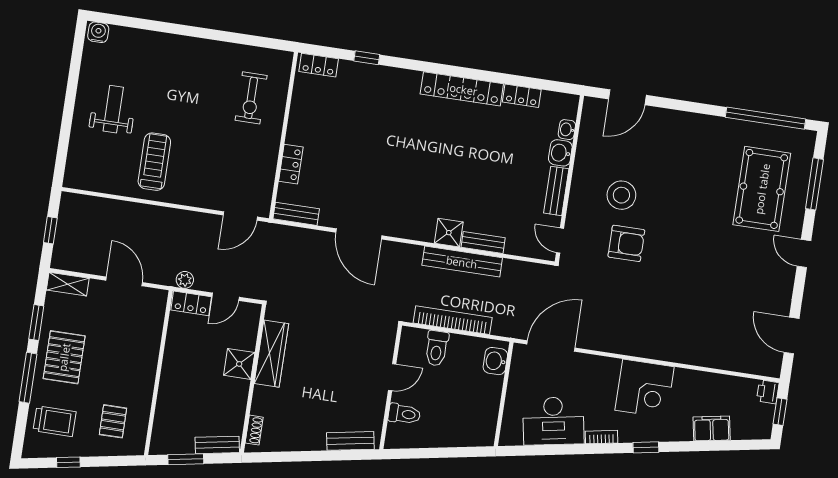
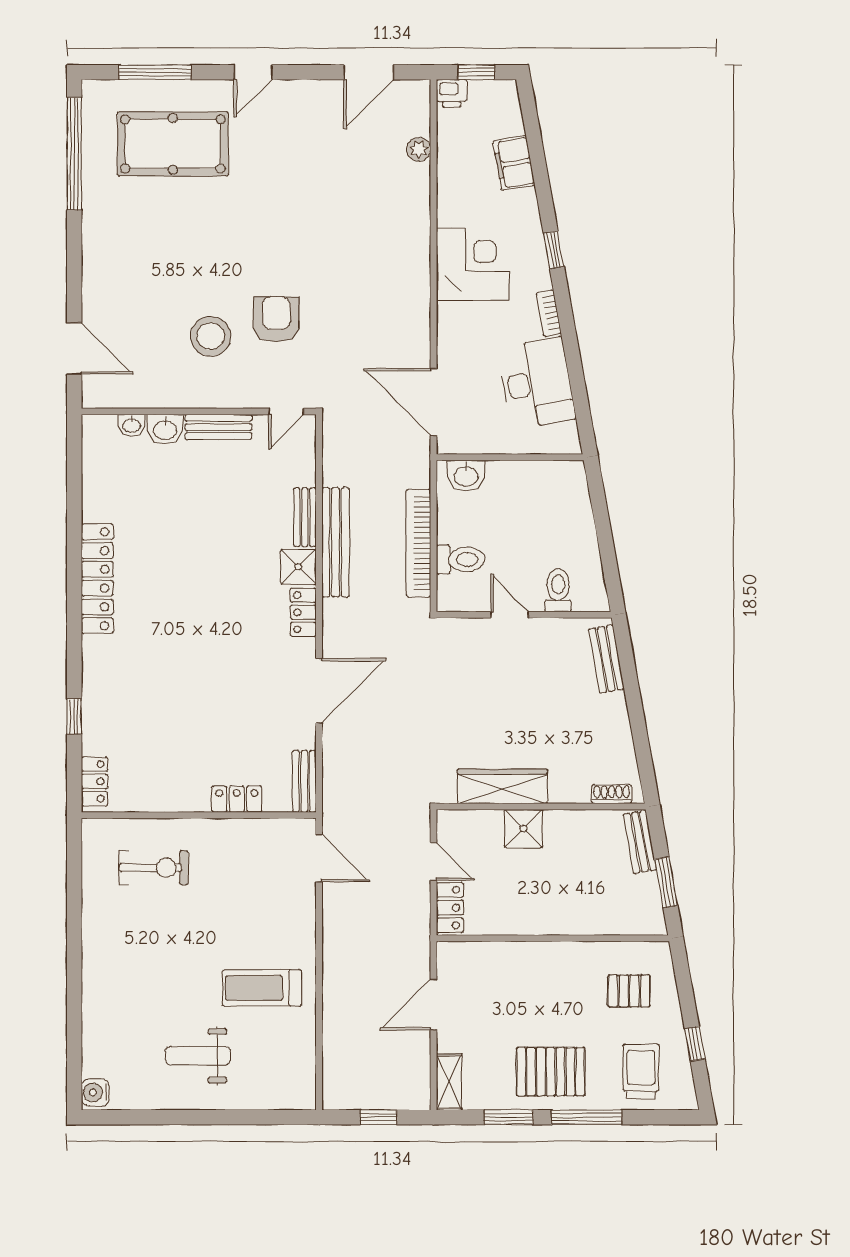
locker: (522, 96) -> (303, 612), moved, turned 180
plant: (185, 280) -> (419, 149), moved

